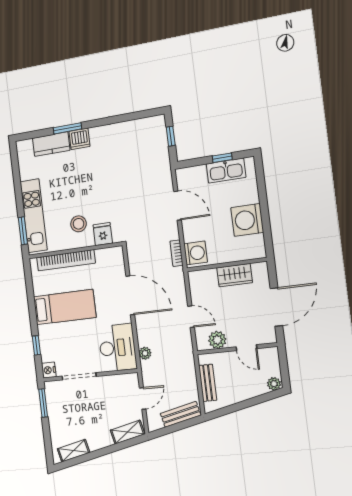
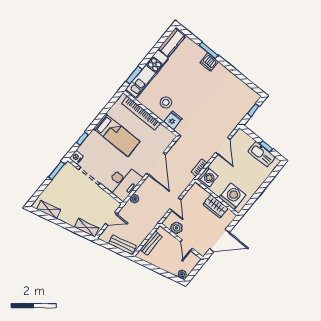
kitchen counter: (51, 144) -> (172, 43), moved, turned -90
washing machine: (247, 220) -> (232, 196), moved, turned 90

